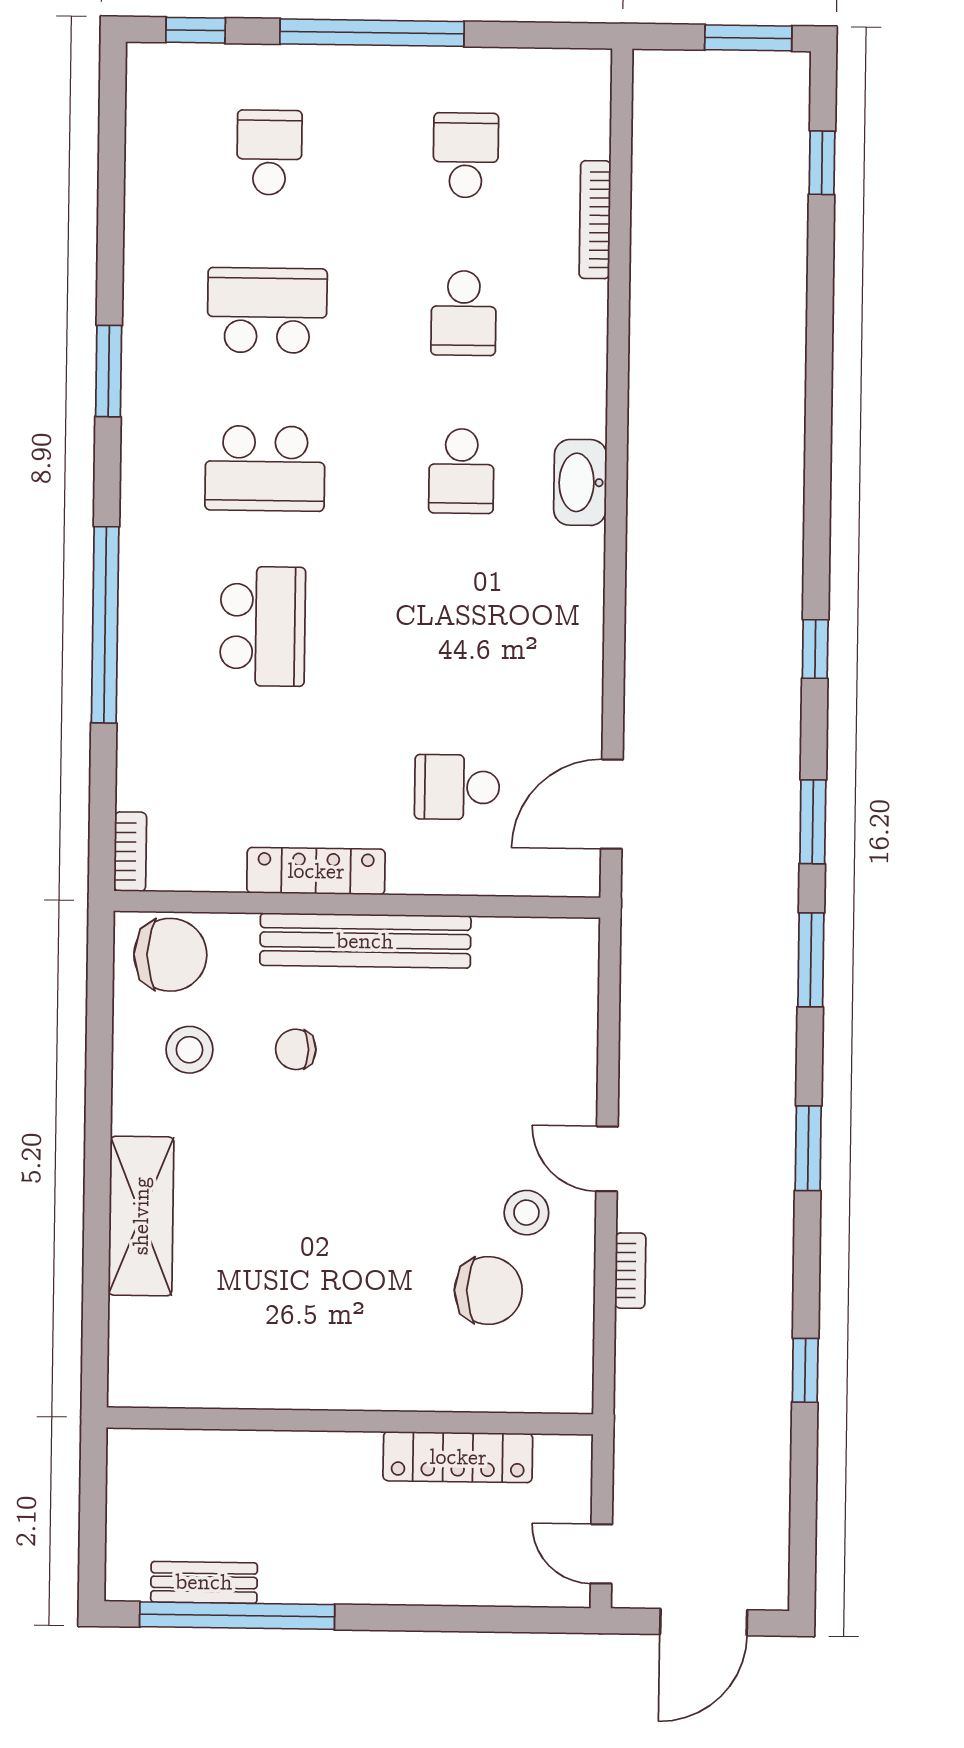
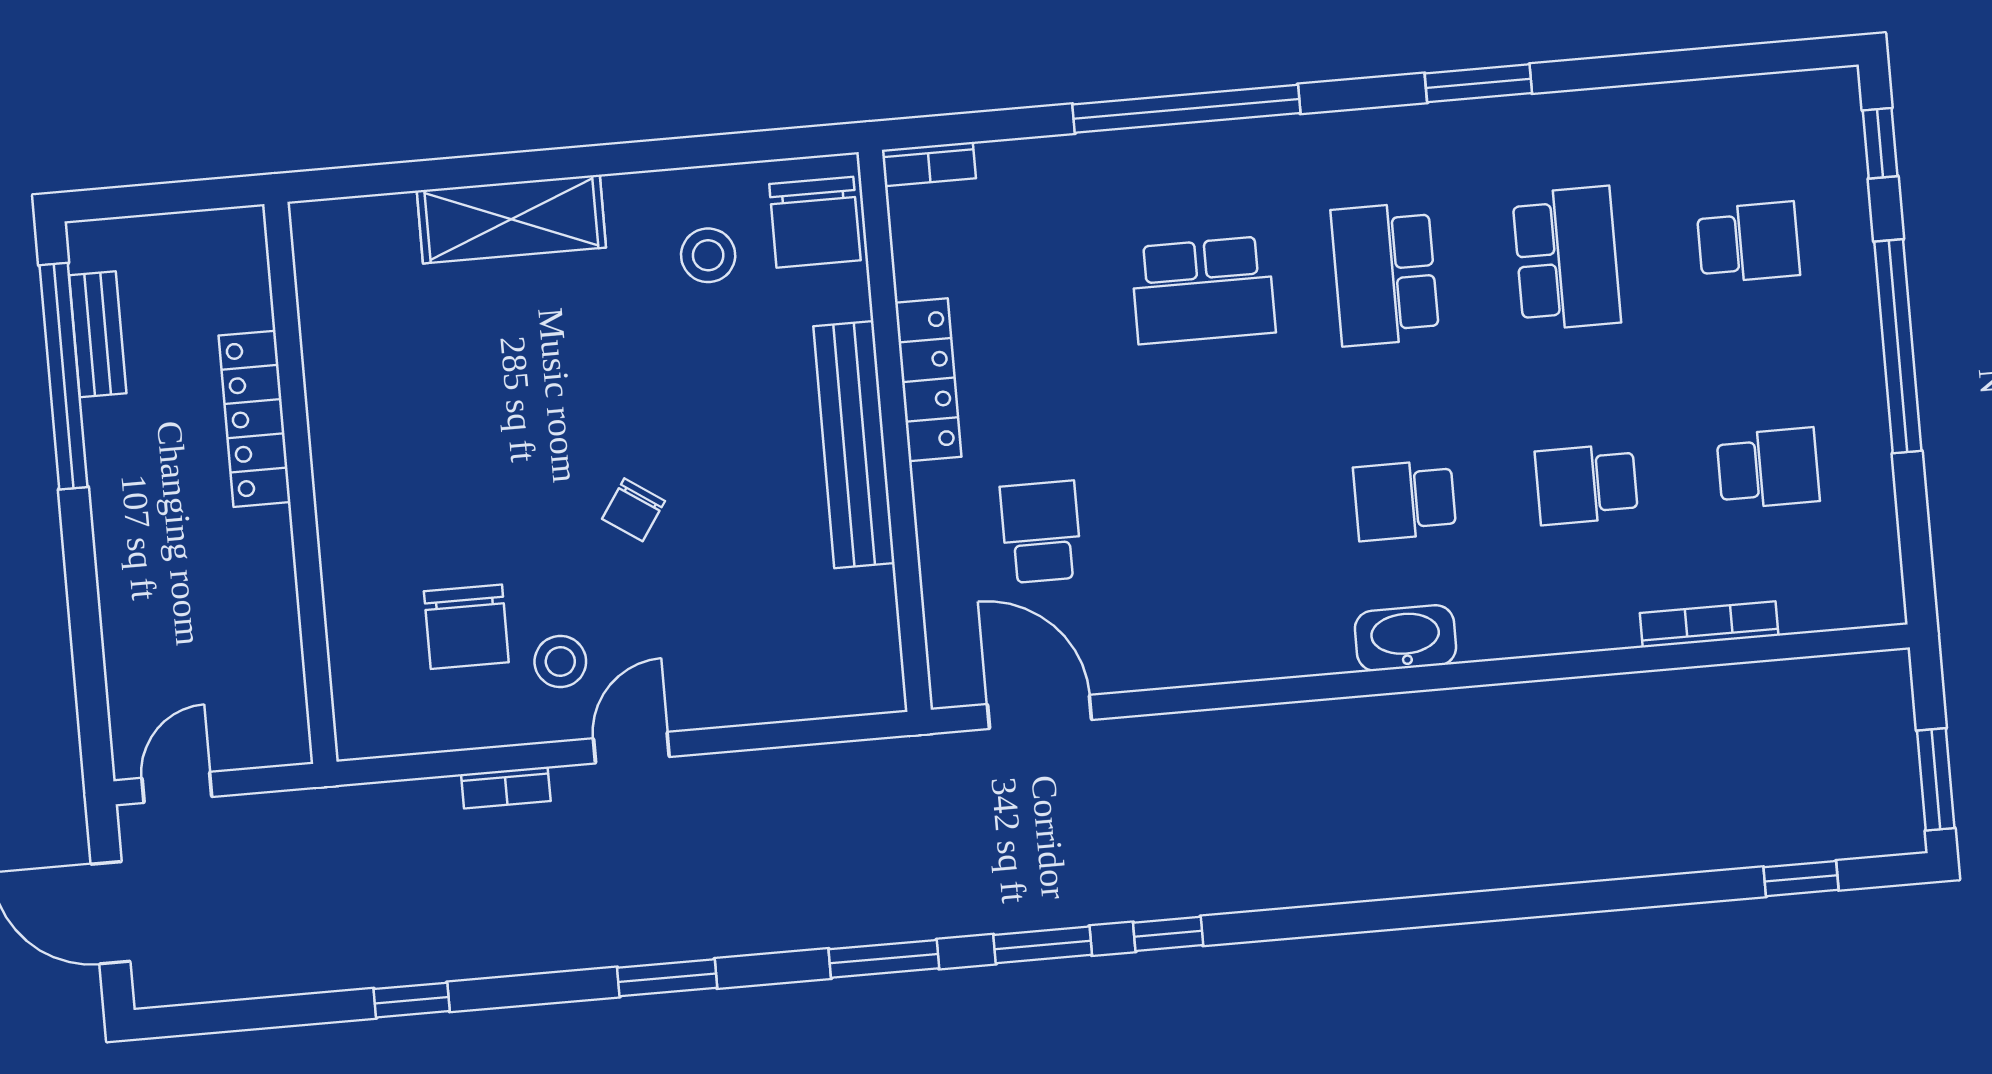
window: (815, 649) -> (1168, 934), moved
chair: (296, 1049) -> (633, 510), moved, turned -146
locker: (458, 1457) -> (255, 419), moved

